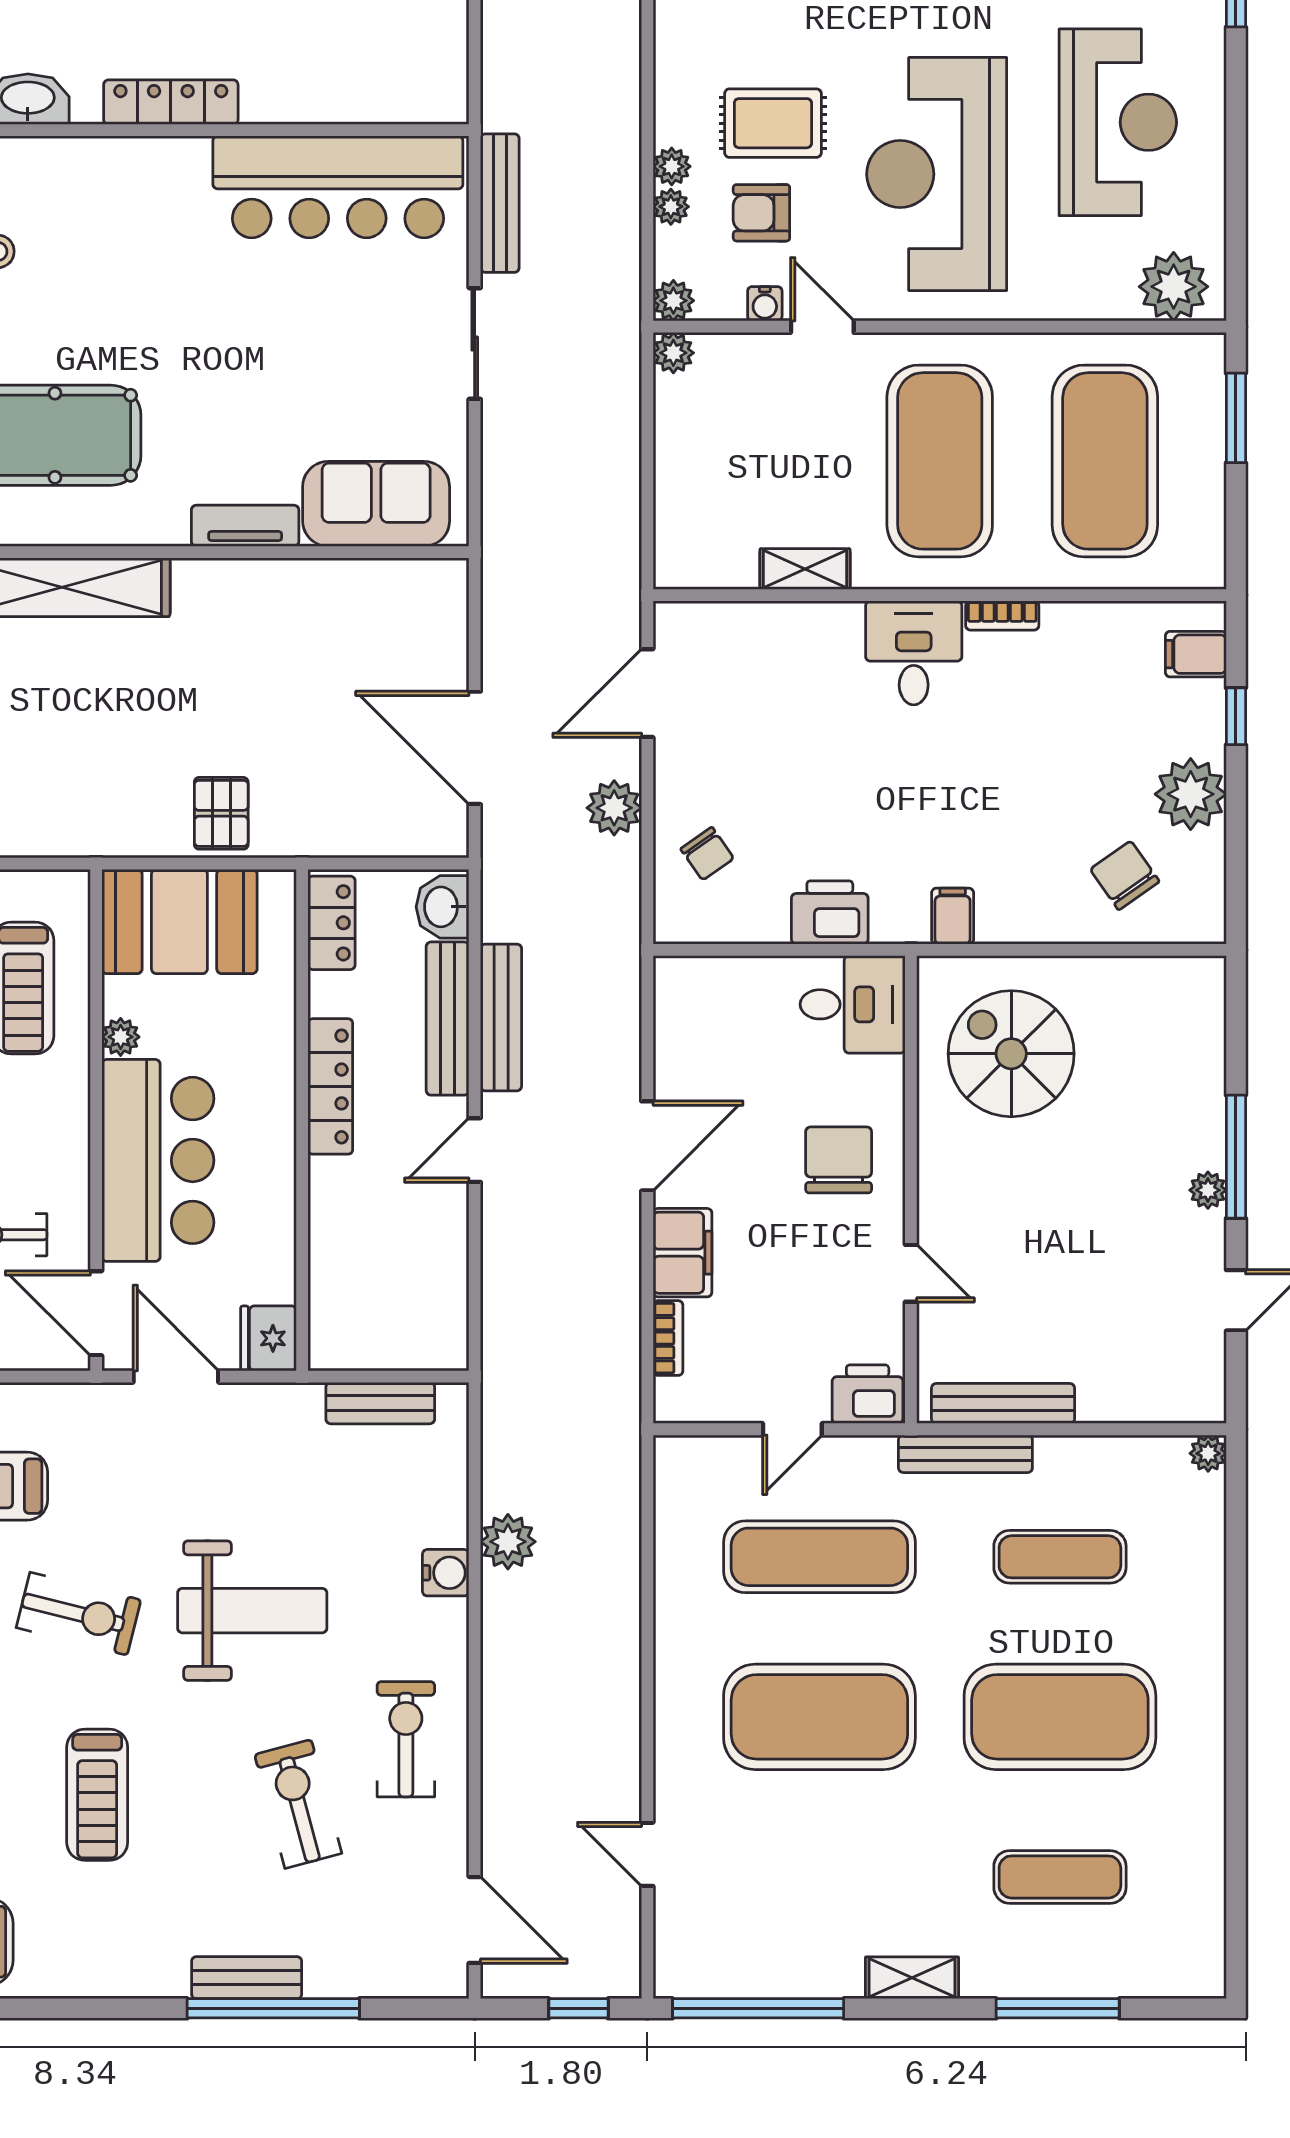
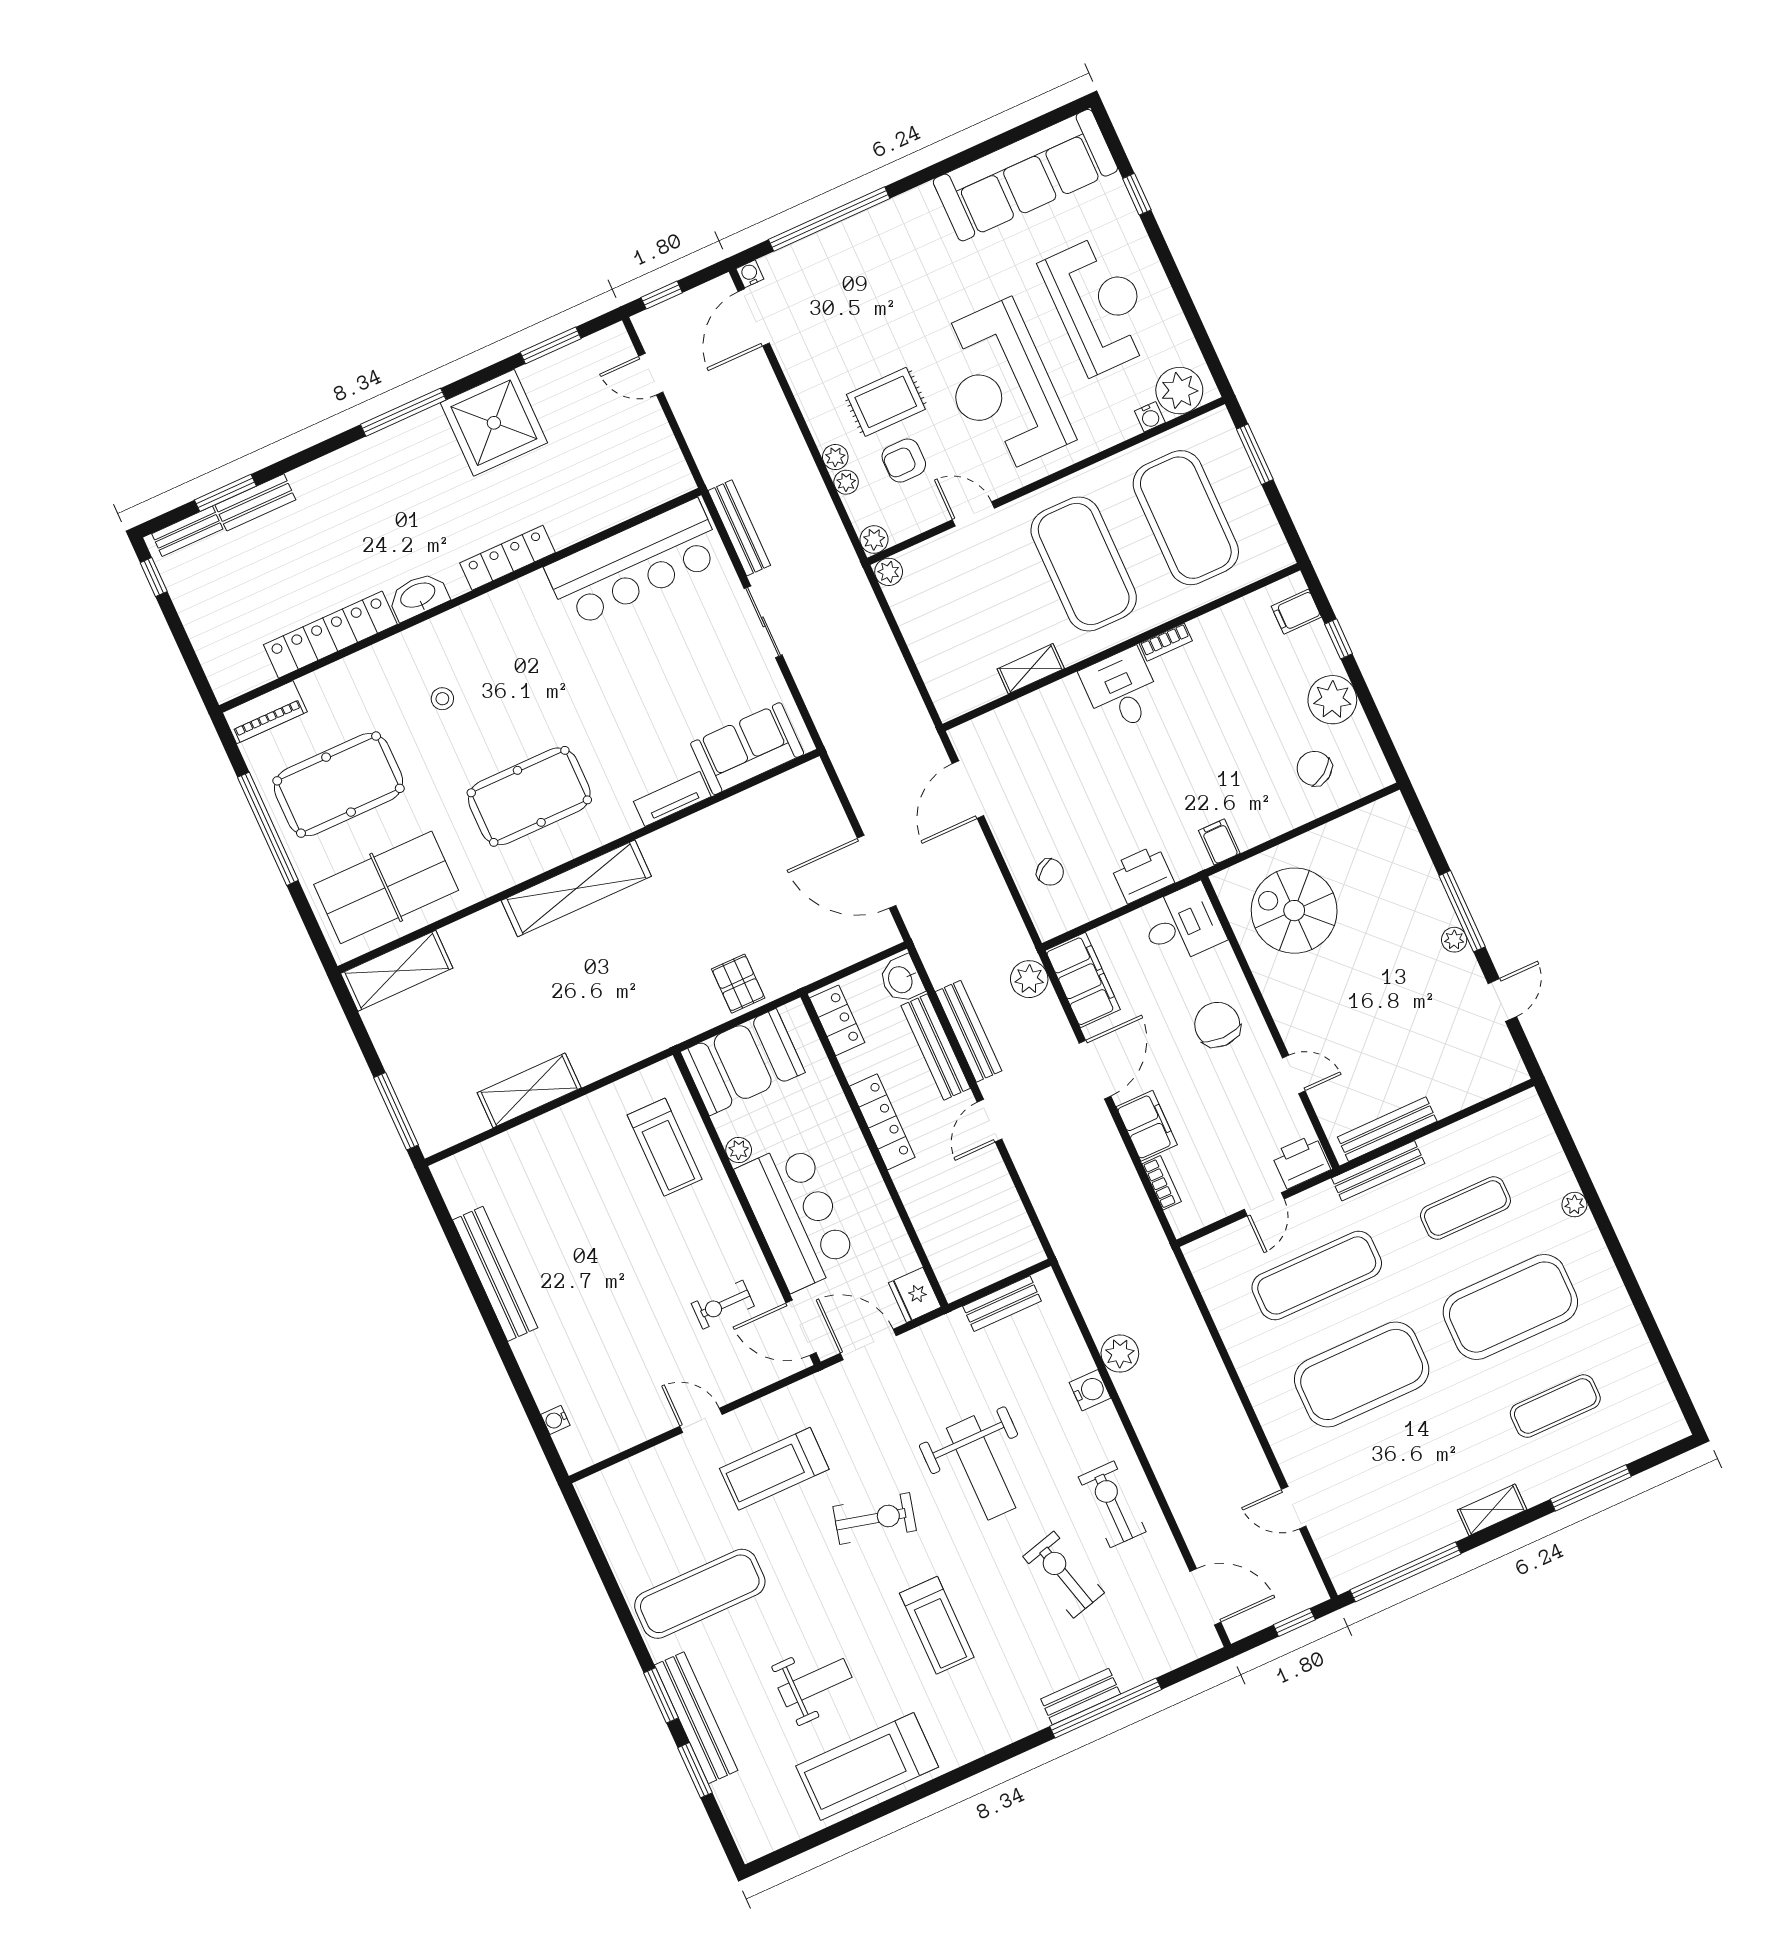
water cooler: (765, 304) -> (1150, 417), moved
plant: (614, 808) -> (1029, 979), moved
filing cabinet: (685, 1018) -> (1083, 980), added
plant: (1208, 1453) -> (1574, 1205), moved
weight bench: (252, 1611) -> (981, 1468), turned 90

